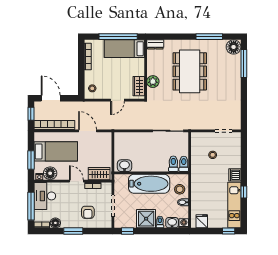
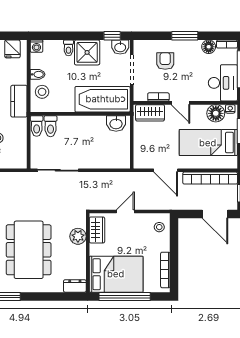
bed: (124, 49) -> (116, 274), width x1.50
kitchen counter: (197, 182) -> (19, 101), added
bathtub: (149, 184) -> (103, 99), moved
washbasin: (172, 223) -> (120, 47), moved

